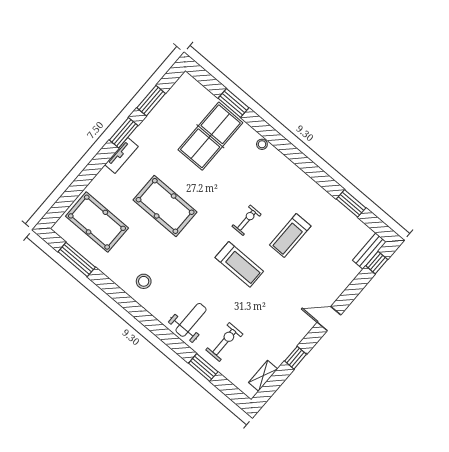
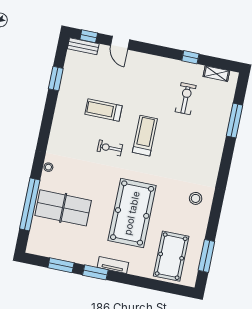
window: (233, 103) -> (30, 204), width x2.11
pool table: (165, 206) -> (132, 213), width x1.36, depth x1.32
treadmill: (290, 235) -> (103, 110), turned 180
door: (329, 319) -> (120, 43), moved
weight bench: (191, 320) -> (205, 149), removed
exercise bike: (224, 342) -> (186, 99), moved, turned 90
window: (203, 367) -> (234, 121), width x1.44

